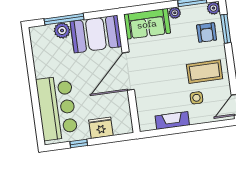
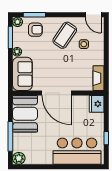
plant: (62, 30) -> (19, 158), moved
coffee table: (205, 72) -> (65, 35), turned 34
fireplace: (172, 121) -> (99, 78), moved
fridge: (101, 128) -> (97, 104), moved

